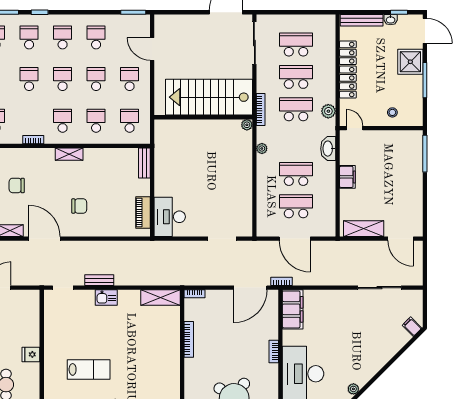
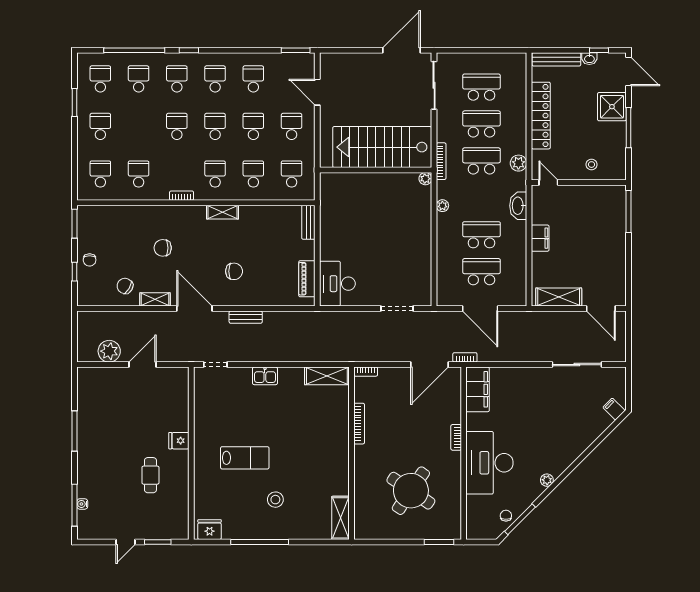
bench: (99, 280) -> (246, 317), moved

